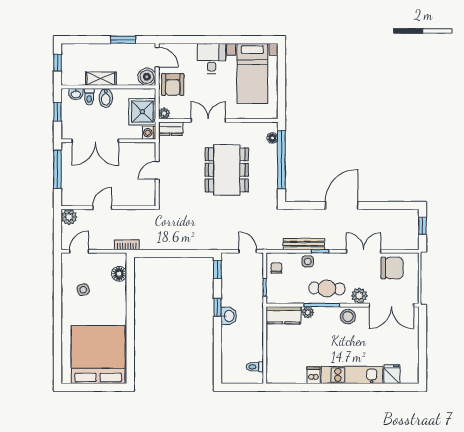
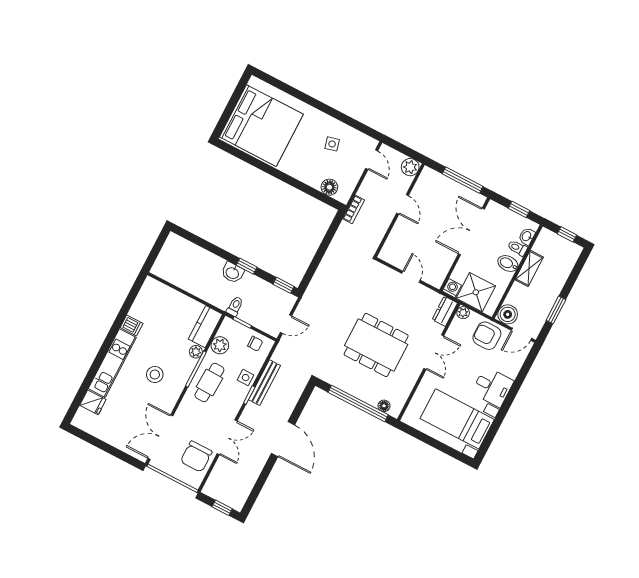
plant: (359, 296) -> (220, 345), moved
stool: (348, 317) -> (155, 375), moved
toilet: (255, 367) -> (235, 306), moved

